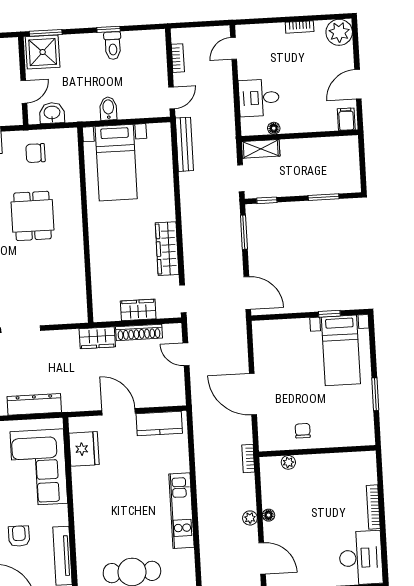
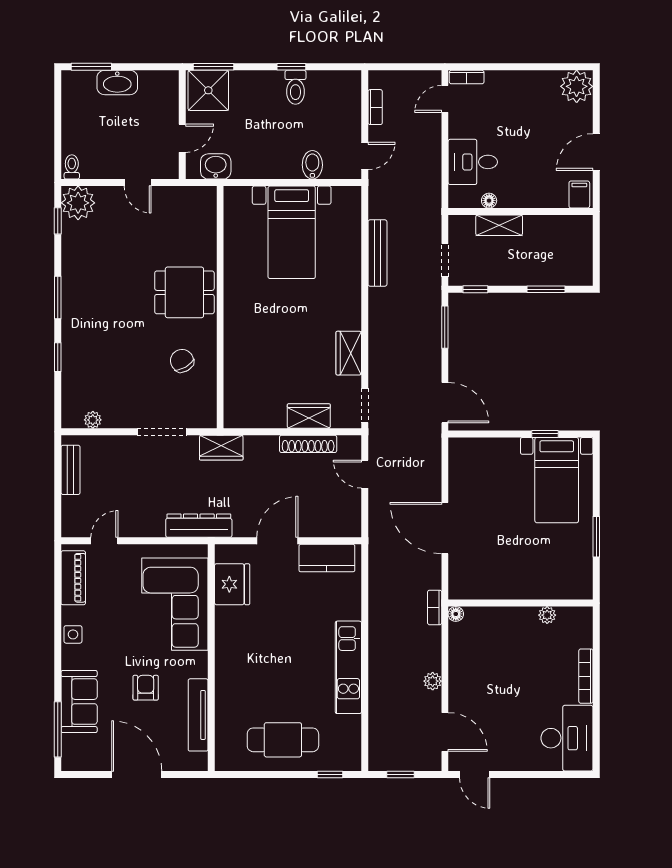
bookcase: (300, 27) -> (467, 77), moved
bidet: (108, 109) -> (312, 165), moved
bench: (184, 144) -> (377, 253), moved
shelving: (261, 149) -> (499, 225), moved
chair: (35, 153) -> (182, 361), moved, turned 60
dining table: (32, 216) -> (184, 292), turned 90
wall: (85, 225) -> (220, 307), moved
wardrobe: (167, 249) -> (349, 353), width x0.67
wardrobe: (97, 338) -> (221, 448), moved
dresser: (34, 404) -> (199, 526), moved
door: (119, 412) -> (277, 541), hinge flipped
chair: (303, 431) -> (504, 577), removed
plant: (288, 462) -> (547, 615), moved
floor lamp: (269, 515) -> (456, 614), moved

